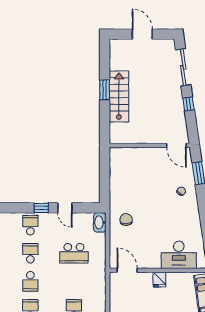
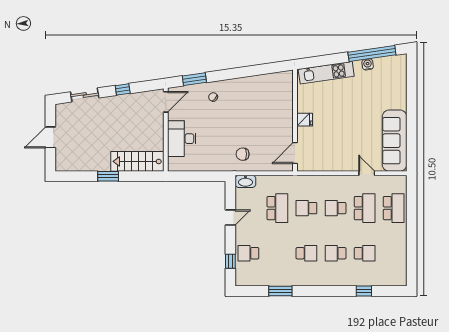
sliding door: (183, 67) -> (85, 95), width x0.73
stairs: (119, 96) -> (137, 161), moved
window: (41, 208) -> (230, 261), moved
school desk: (30, 253) -> (306, 208), moved
desk: (179, 255) -> (182, 139), moved, turned 180

